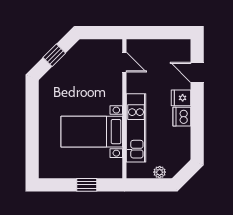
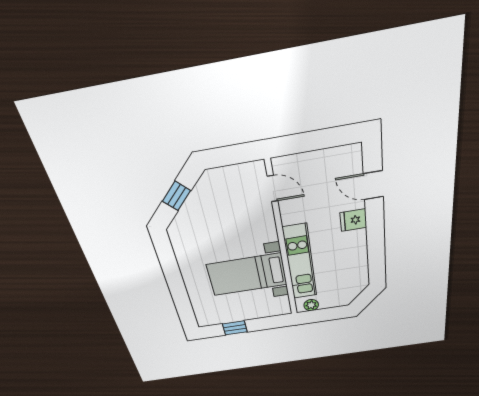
dishwasher: (182, 117) -> (356, 241), removed
plant: (160, 172) -> (311, 305), moved
window: (87, 185) -> (235, 328), moved

